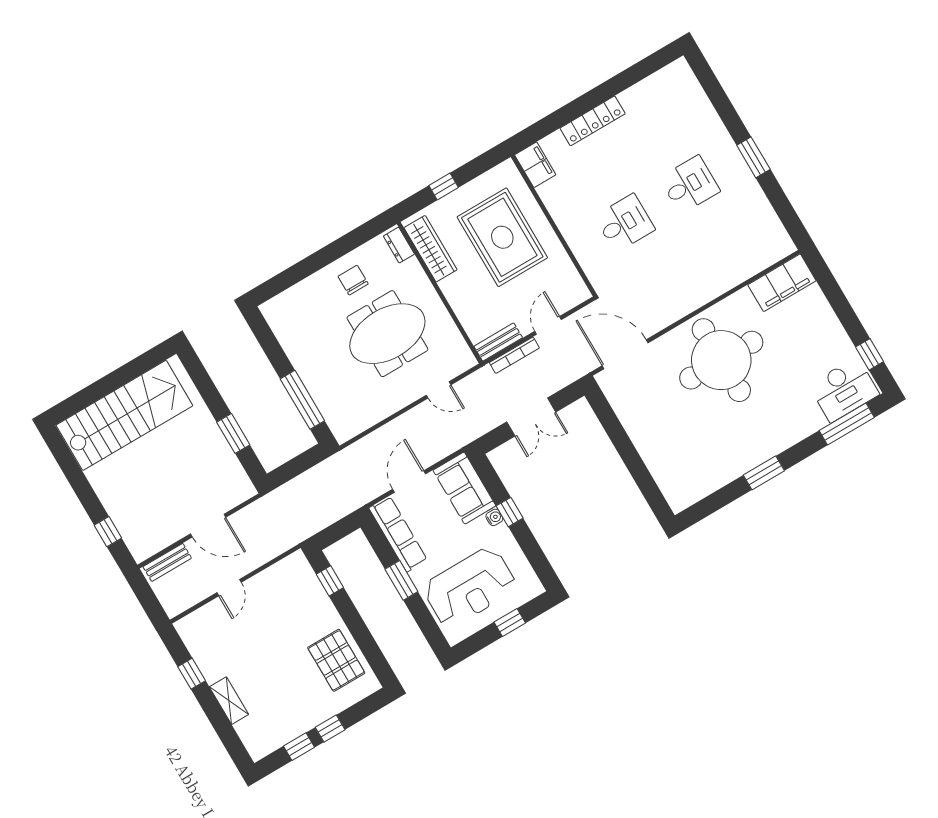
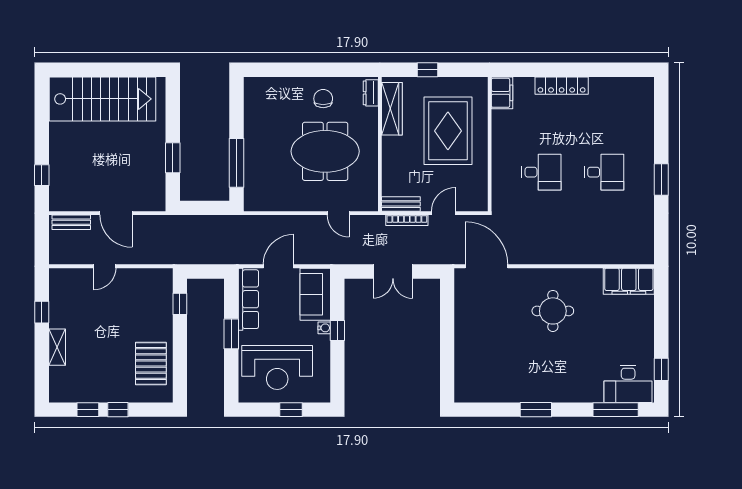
round table: (721, 360) -> (553, 311), width x0.54, depth x0.54

